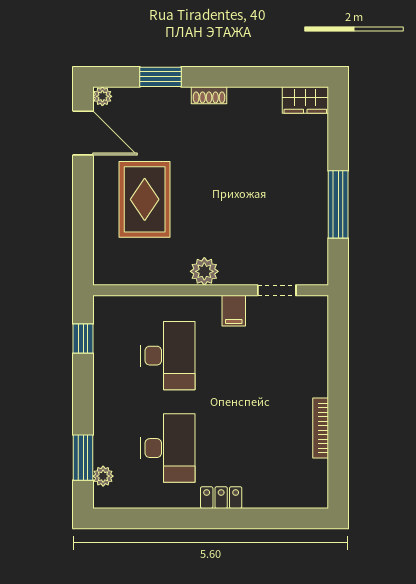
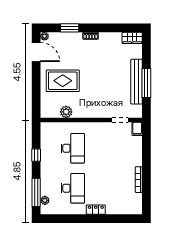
rug: (145, 199) -> (63, 81), turned 90
bench: (315, 201) -> (137, 82), added
plant: (204, 271) -> (66, 112), moved
filing cabinet: (234, 311) -> (137, 129), moved
window: (83, 339) -> (36, 155), moved
window: (83, 458) -> (36, 192), width x1.44

